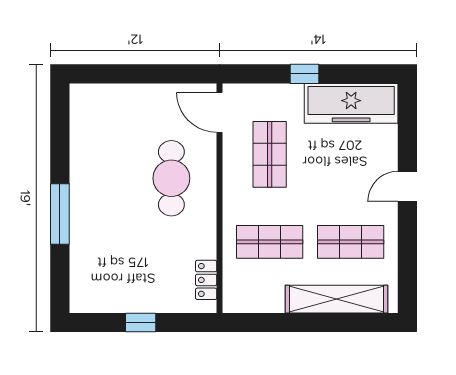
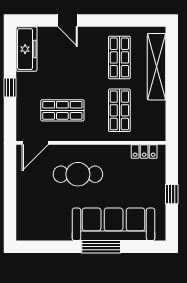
freezer: (351, 103) -> (26, 49), width x0.73, depth x0.79
door: (407, 186) -> (68, 21), moved
sofa: (94, 233) -> (114, 224), added

